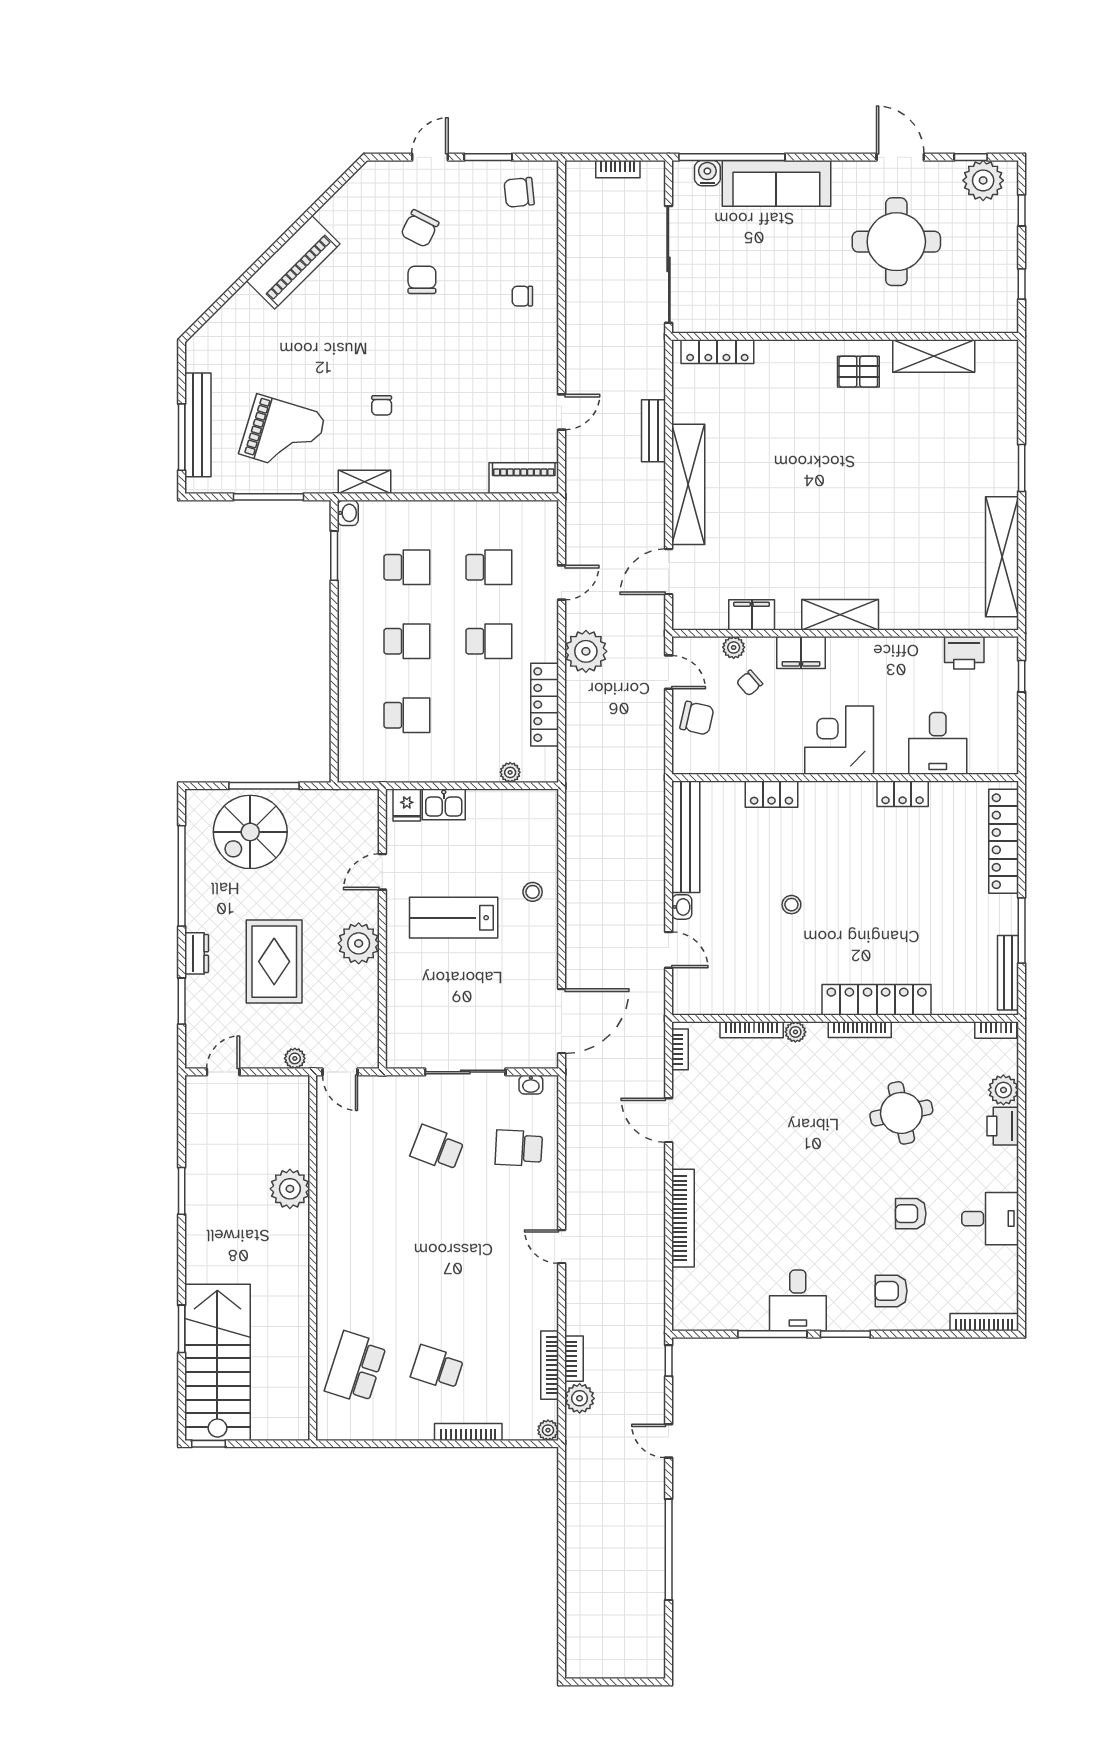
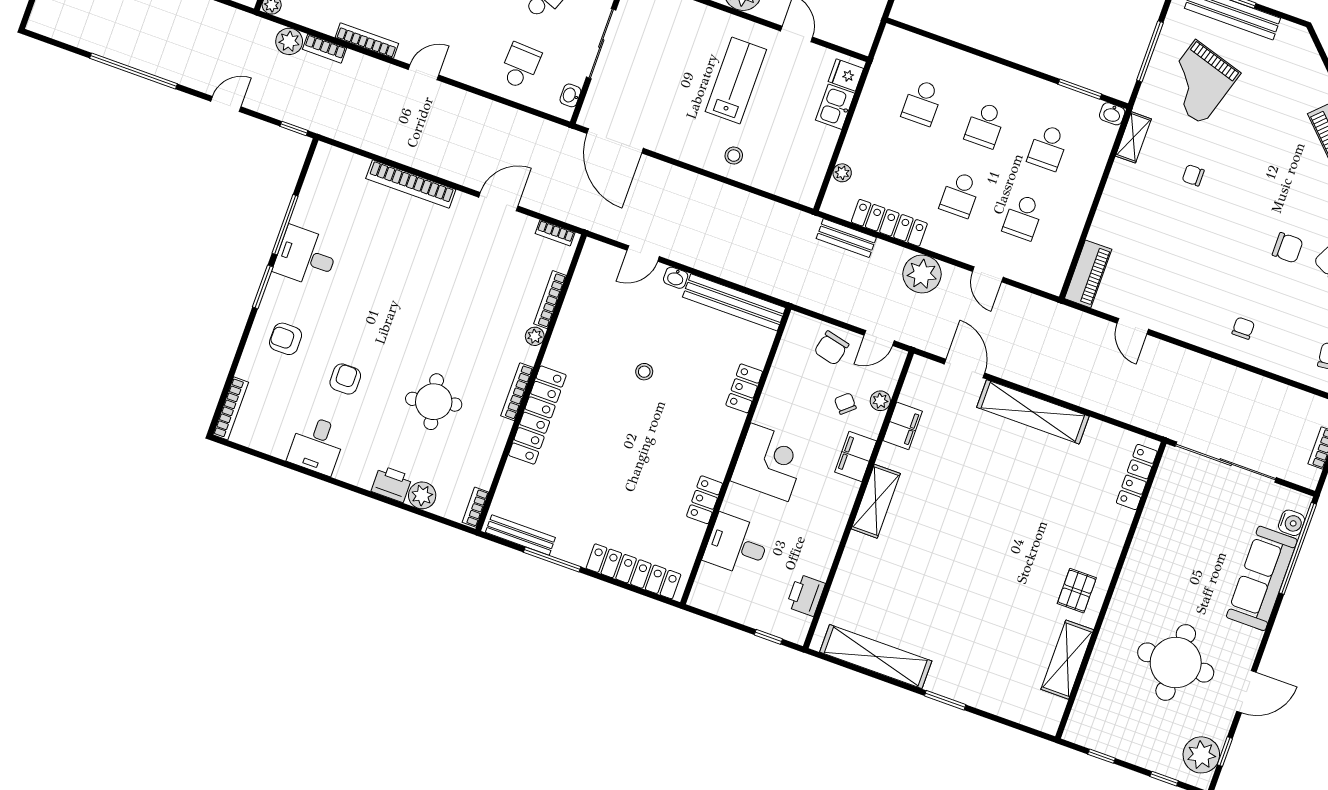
bench: (653, 431) -> (846, 238), moved
armchair: (891, 1291) -> (286, 339), turned -90
bookcase: (550, 1365) -> (367, 40), moved

